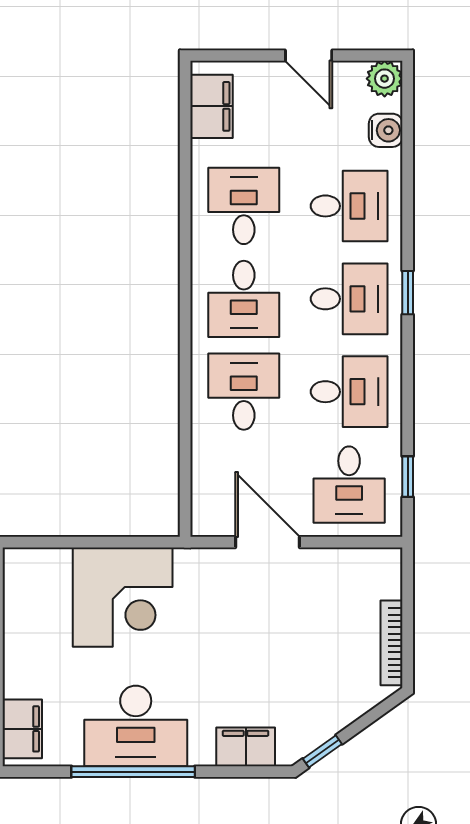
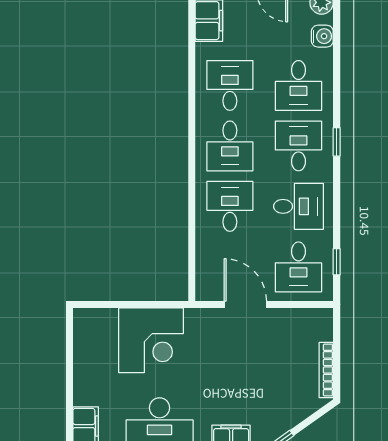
desk: (349, 206) -> (298, 85), turned 90
desk: (349, 299) -> (298, 146), turned -90

